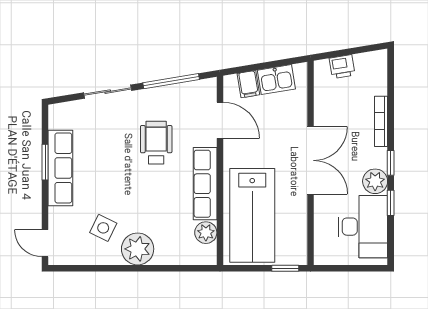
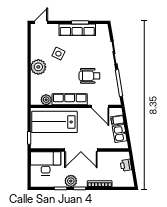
door: (220, 120) -> (100, 106), hinge flipped
wheelchair: (156, 143) -> (89, 76), turned 180
desk: (363, 227) -> (46, 163), moved, turned 180
side table: (103, 228) -> (58, 54), moved

